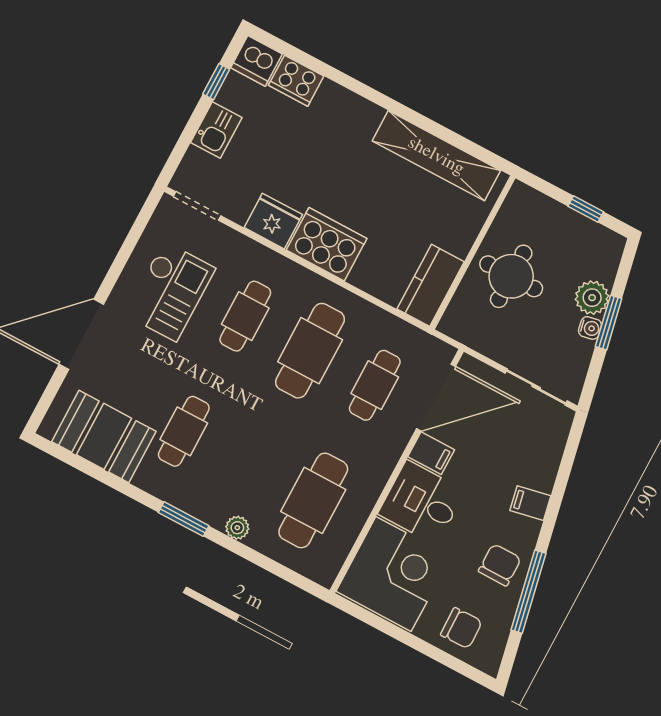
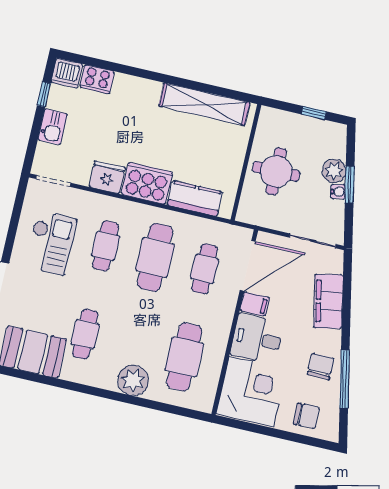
kitchen counter: (431, 285) -> (195, 198), moved, turned 90
filing cabinet: (530, 503) -> (328, 301), width x3.00, depth x1.17
window: (184, 519) -> (101, 393), removed
plant: (237, 528) -> (133, 380), width x1.88, depth x1.88

